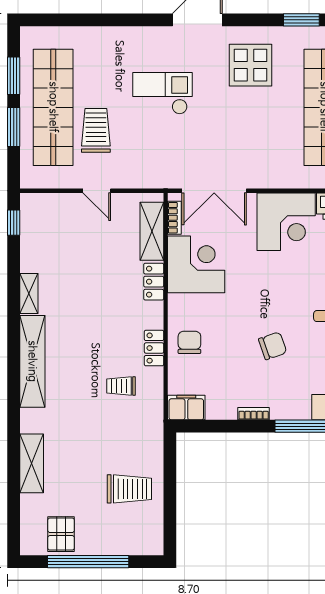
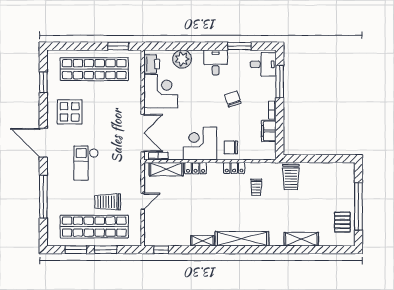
window: (105, 20) -> (43, 197), added
corner desk: (196, 264) -> (200, 143), moved
filing cabinet: (186, 408) -> (269, 131), moved
trolley: (129, 489) -> (291, 177), moved, turned 180
pallet: (61, 534) -> (342, 222), turned 90

